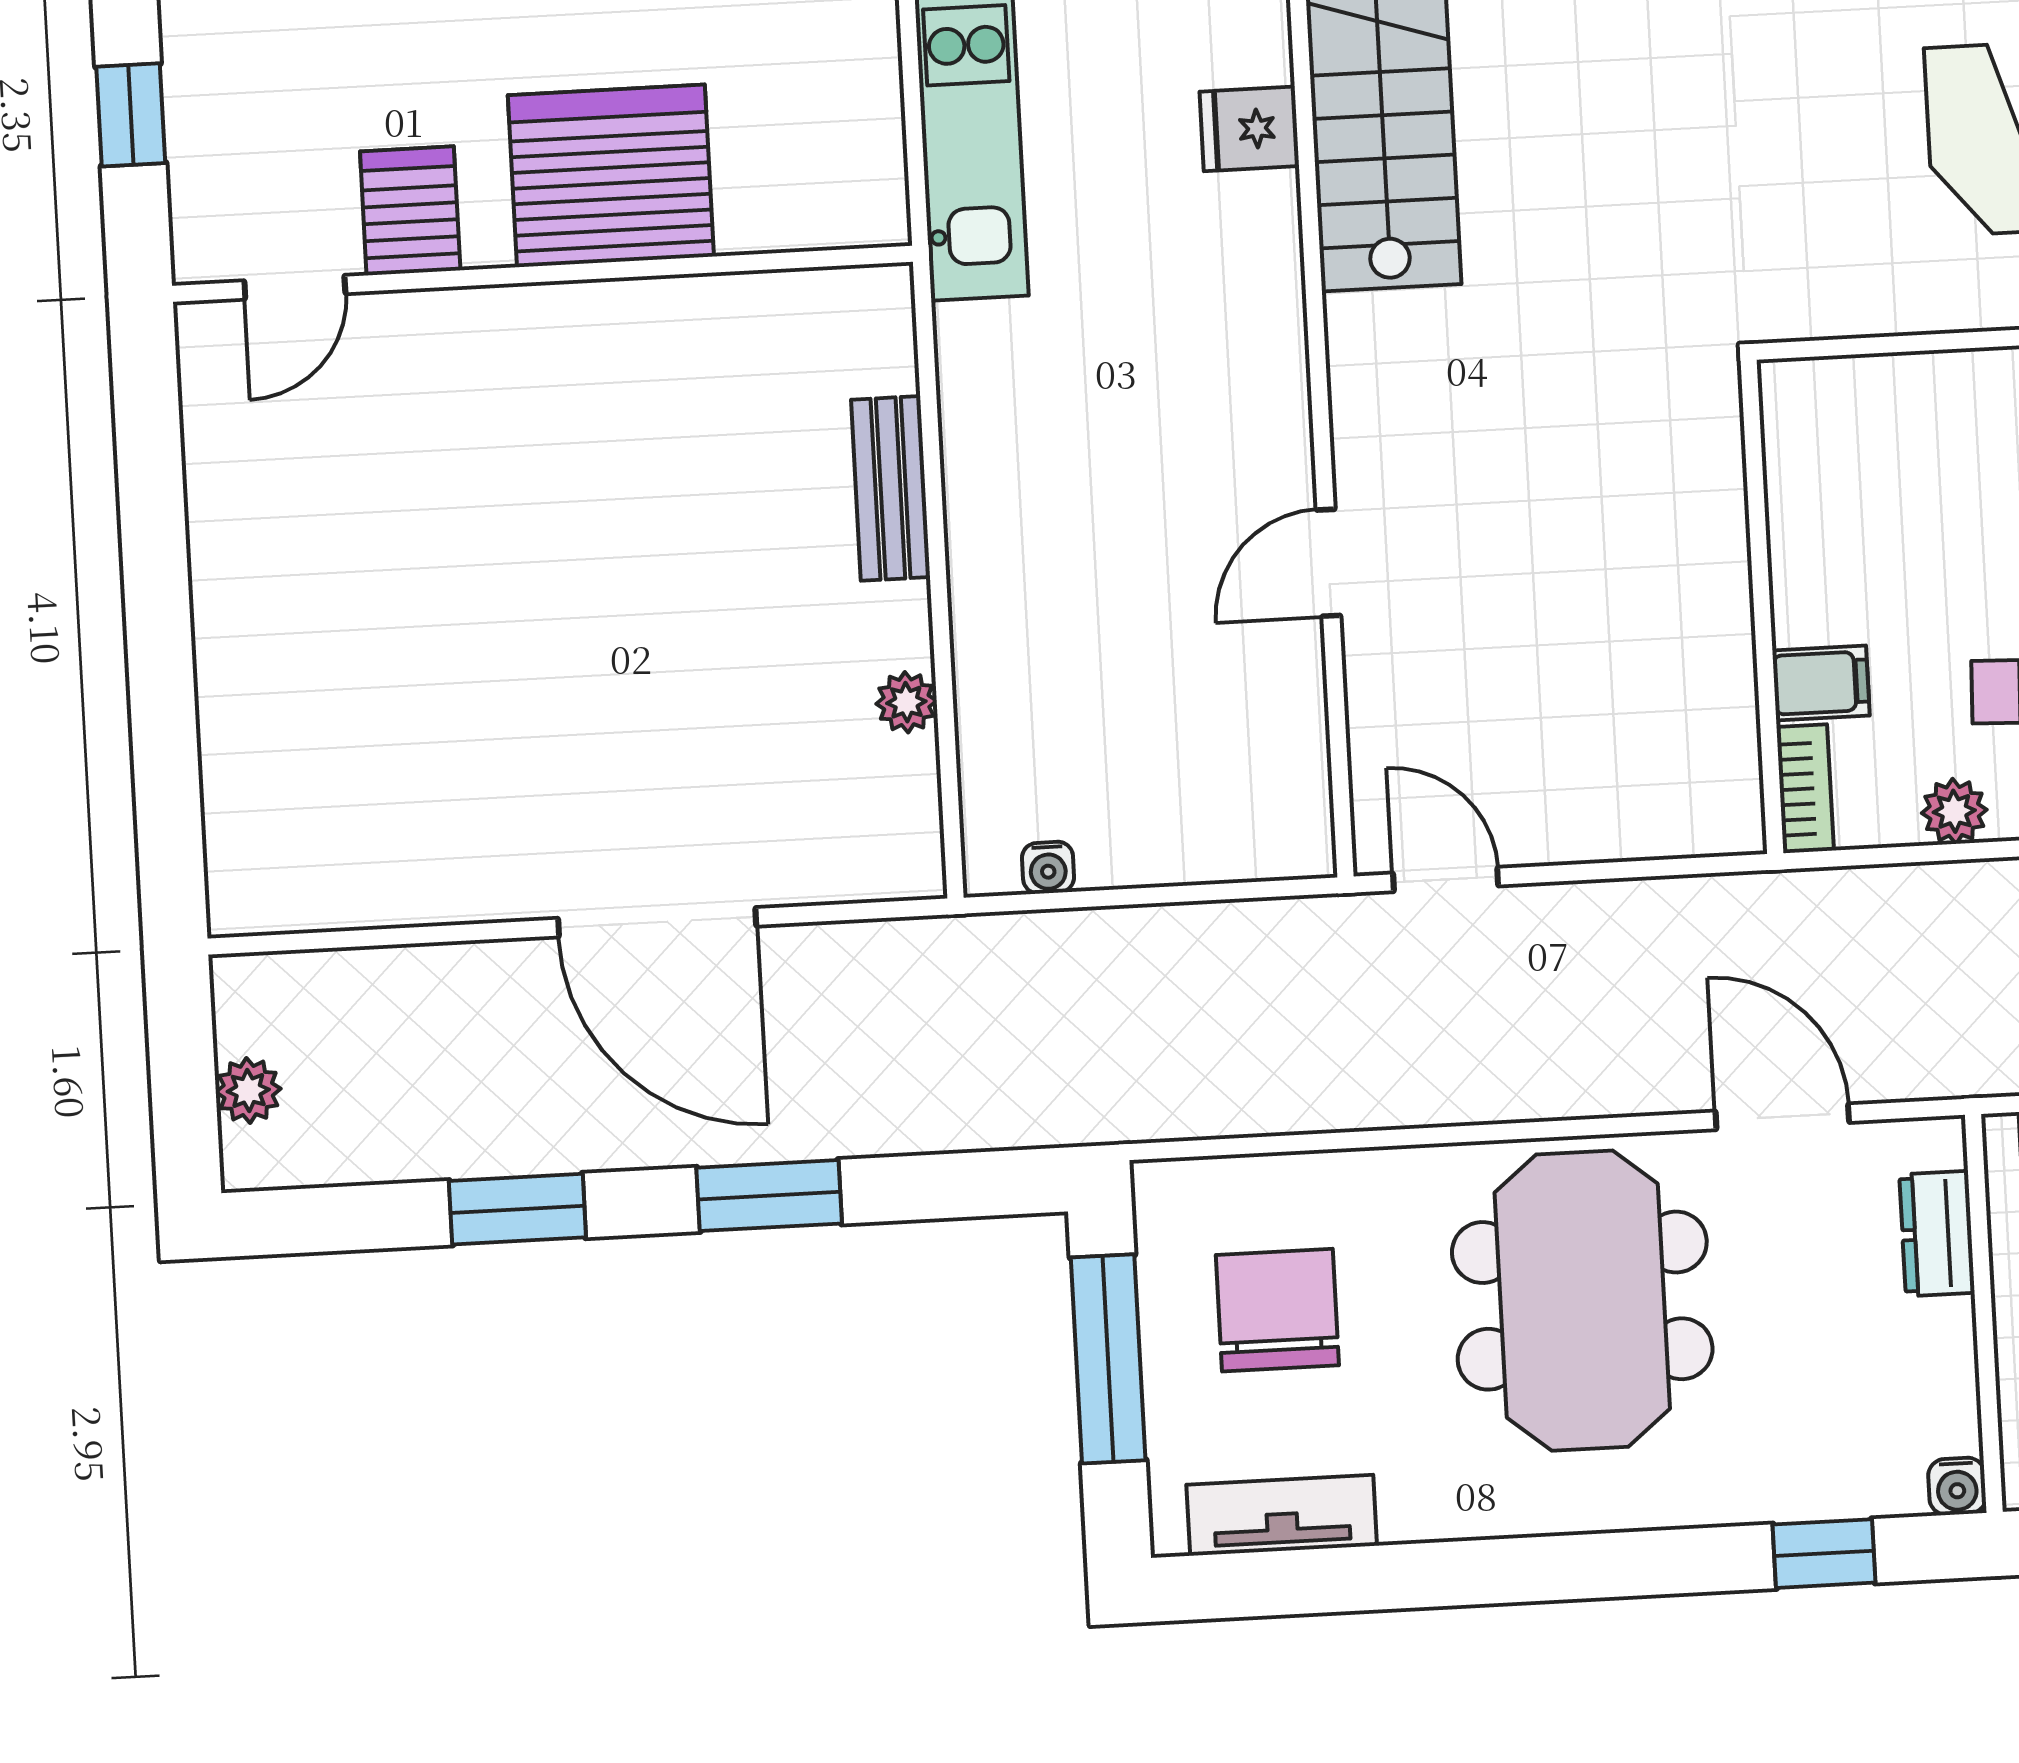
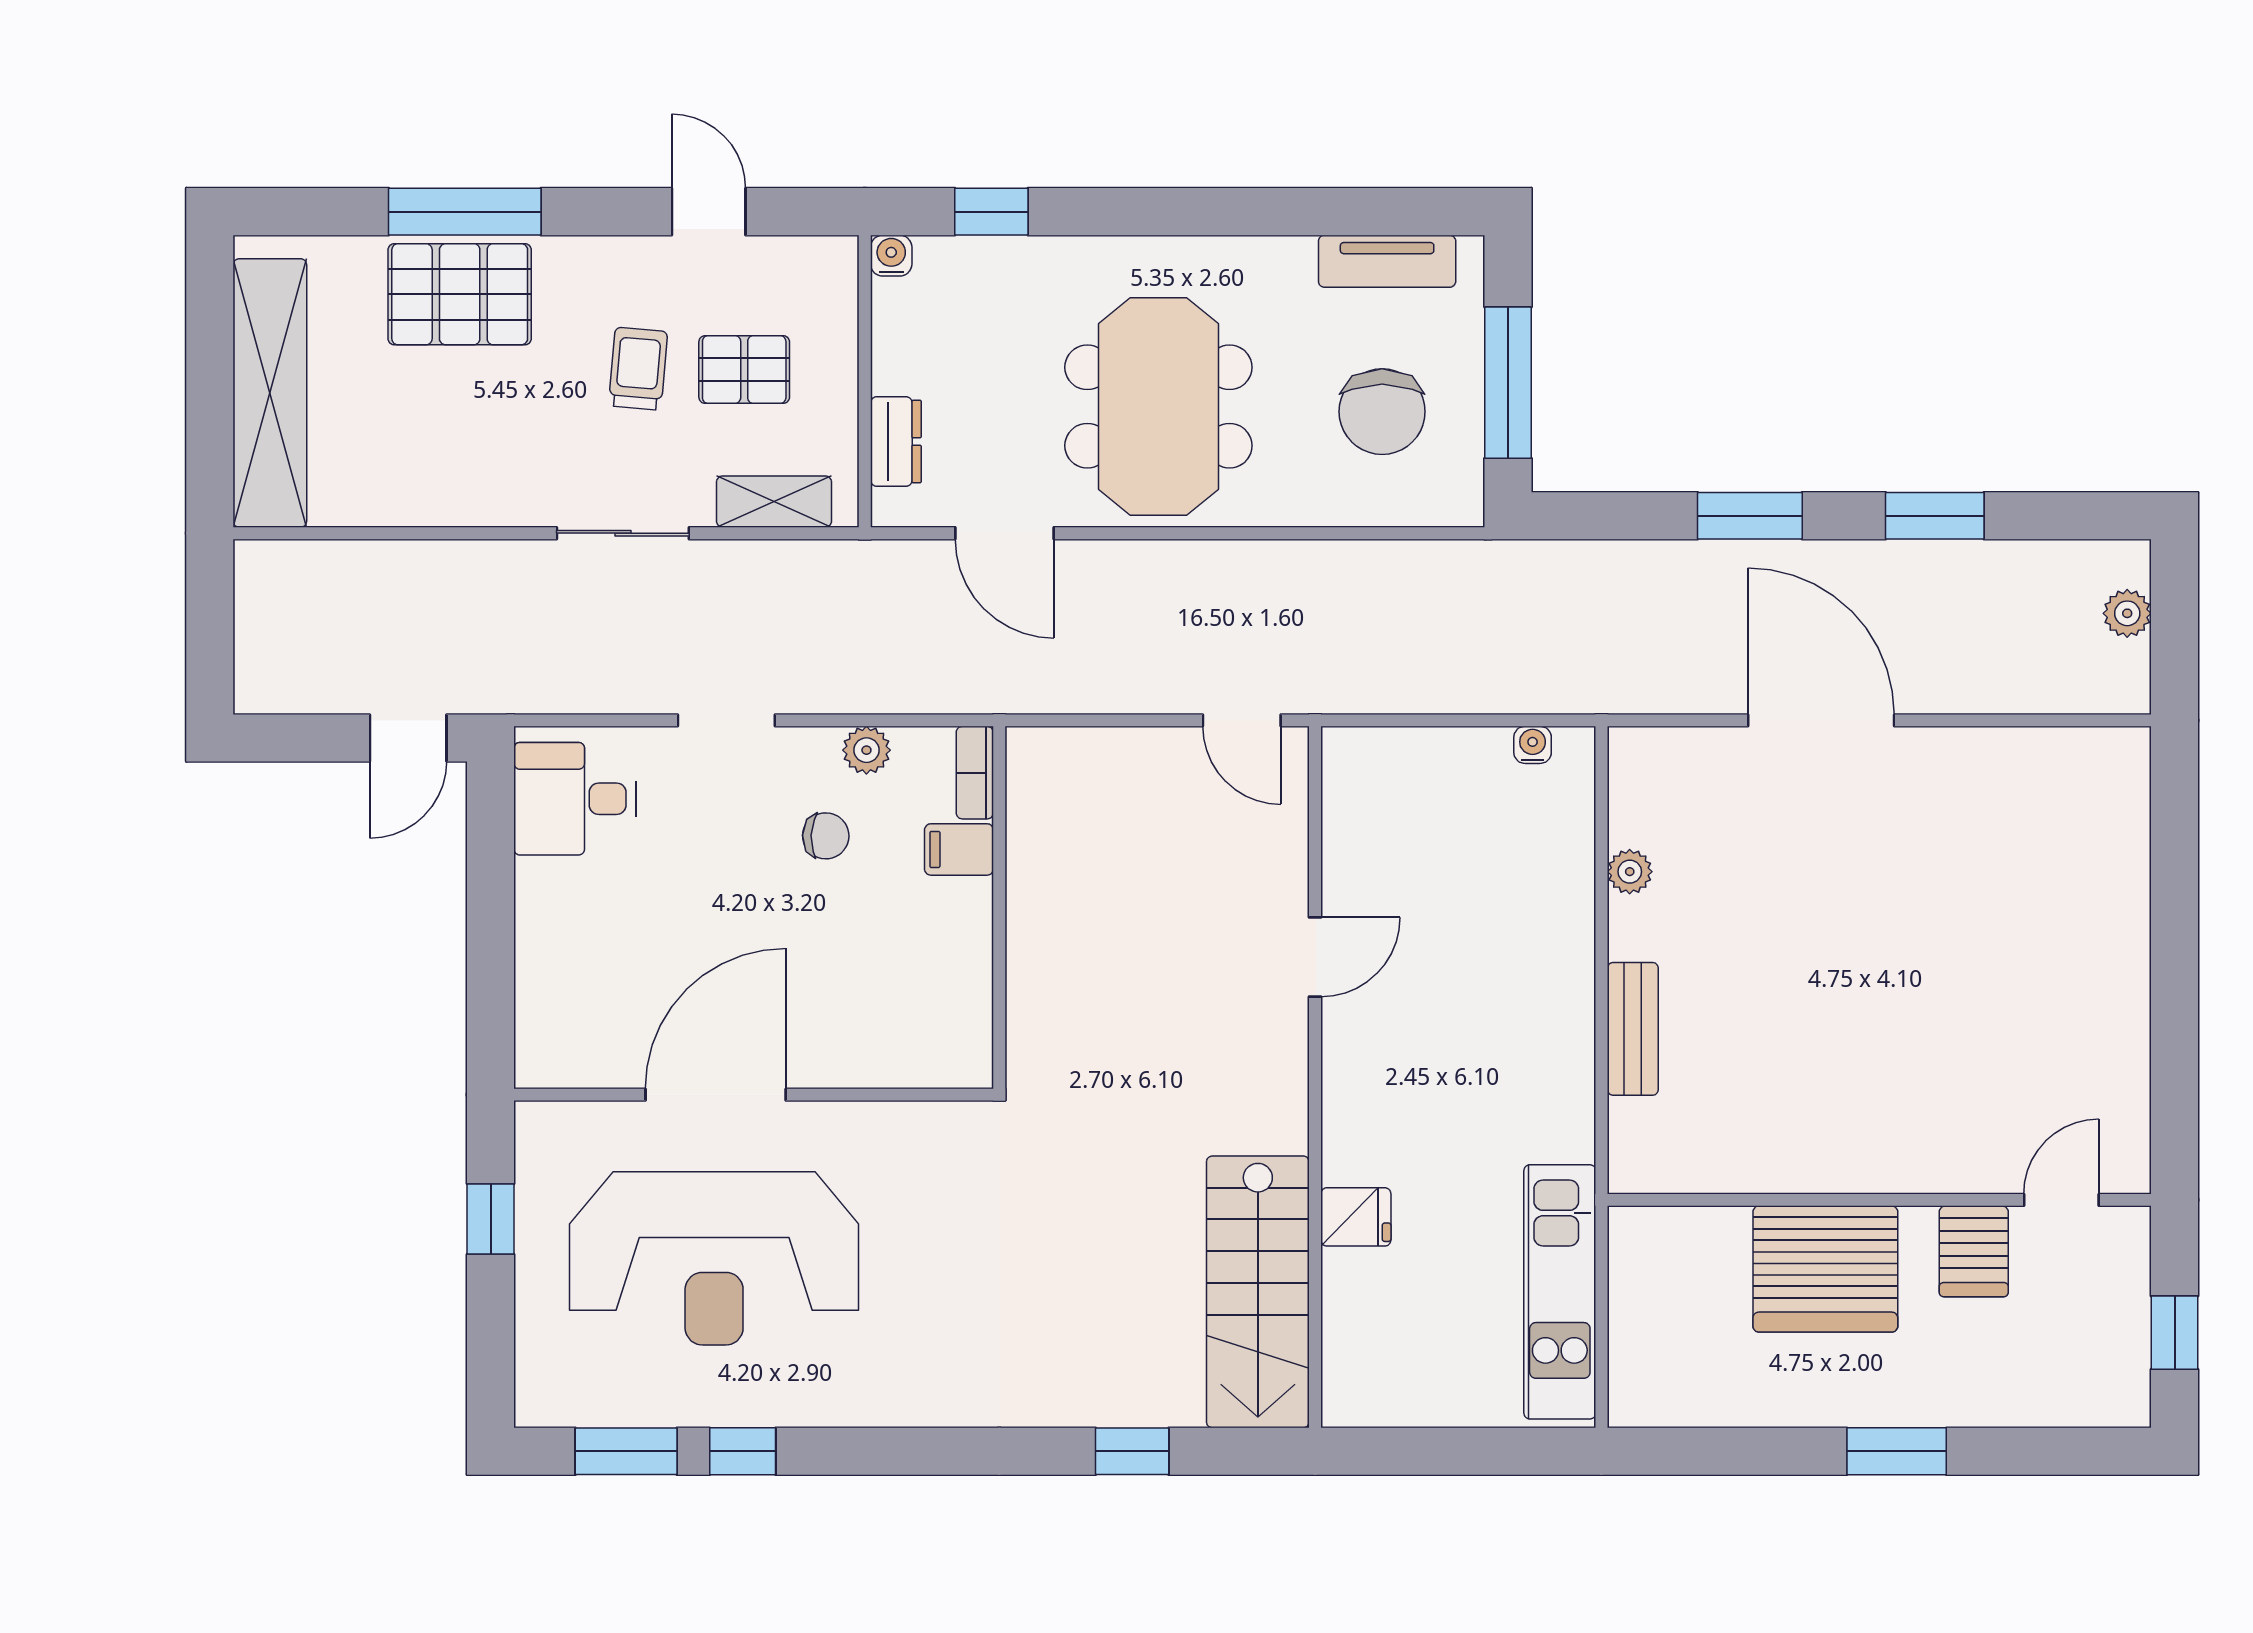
fridge: (1249, 129) -> (1356, 1217), moved

